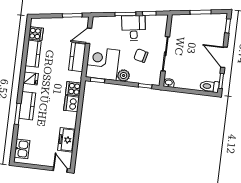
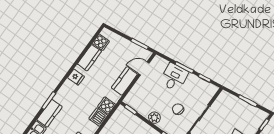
desk: (134, 28) -> (174, 77), moved
corner desk: (102, 64) -> (142, 98), removed
kitchen counter: (27, 106) -> (49, 113), moved

